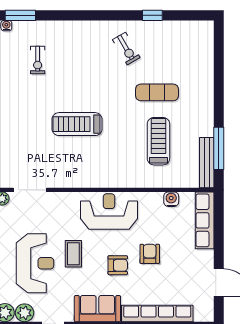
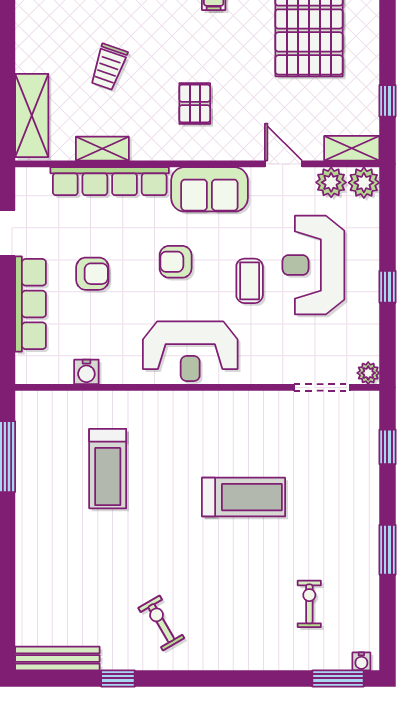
exercise mat: (157, 92) -> (110, 550), removed
bench: (207, 163) -> (57, 658), moved, turned 90
row of seats: (205, 220) -> (31, 304), moved
armchair: (150, 254) -> (92, 274), moved, turned -90

